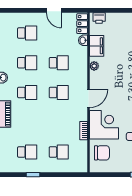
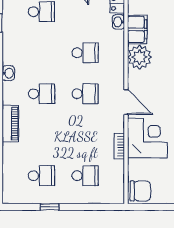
school desk: (27, 63) -> (42, 53), removed
plant: (94, 66) -> (140, 57), width x1.88, depth x1.88
door: (88, 99) -> (126, 102), hinge flipped
chair: (102, 153) -> (140, 191), moved

